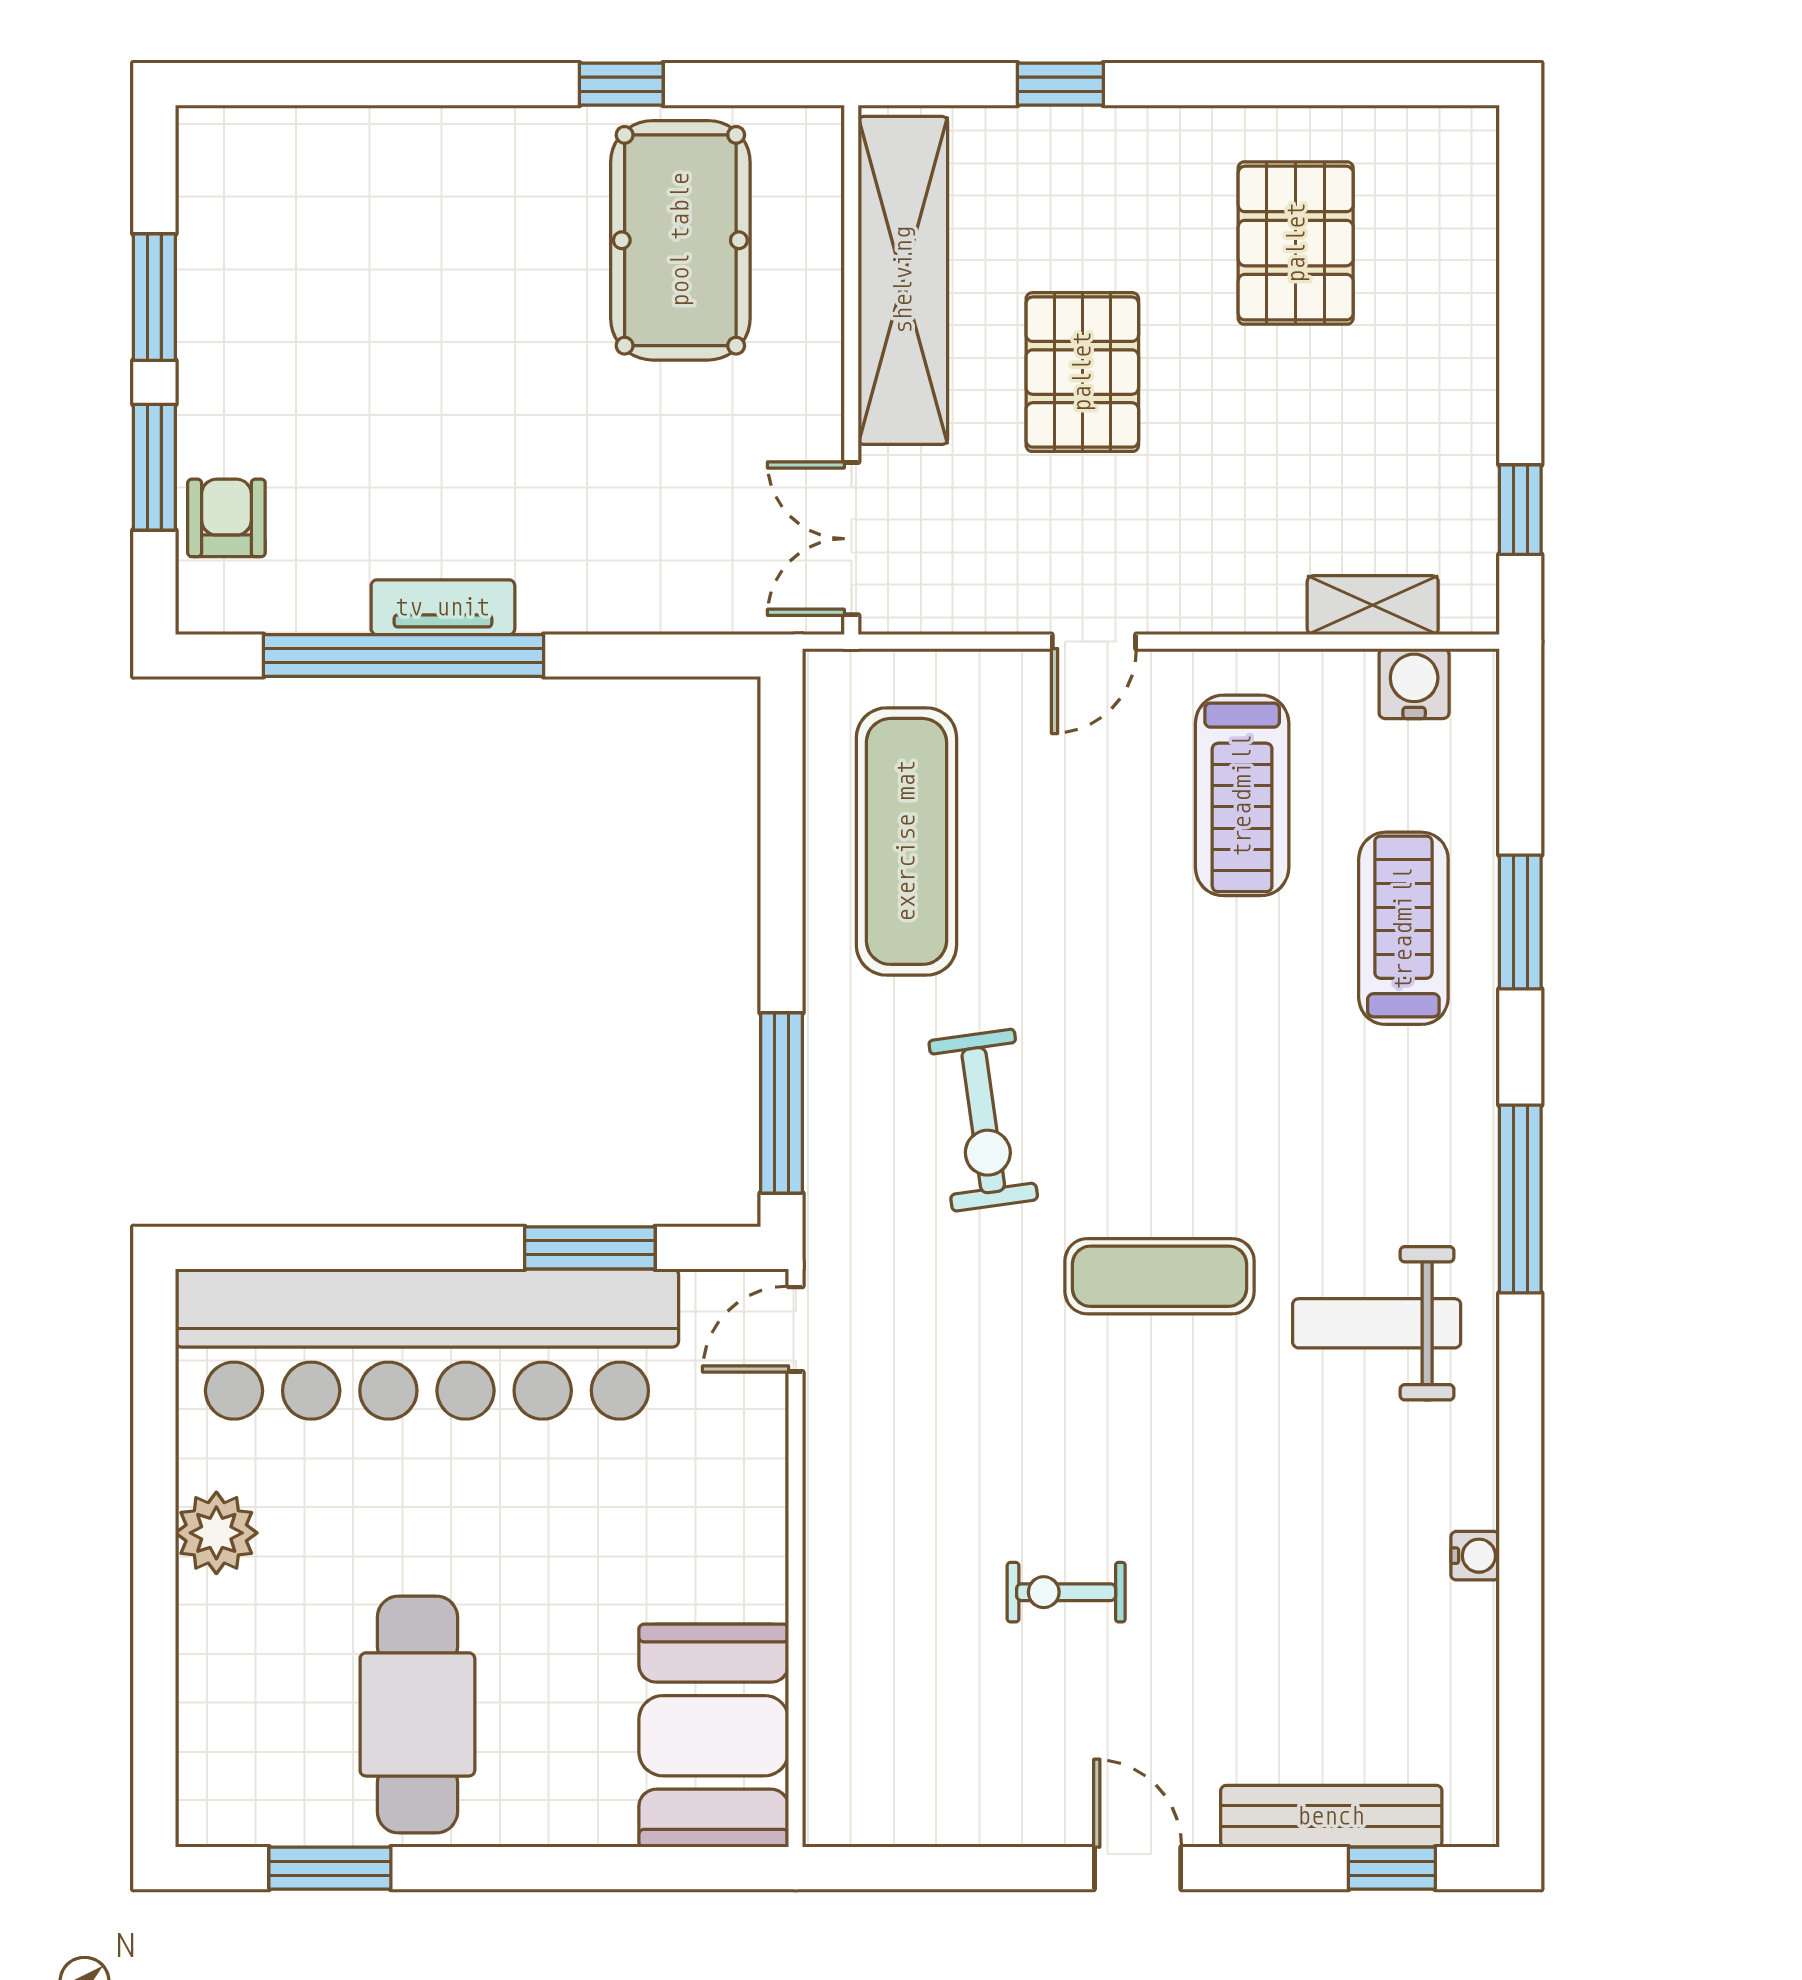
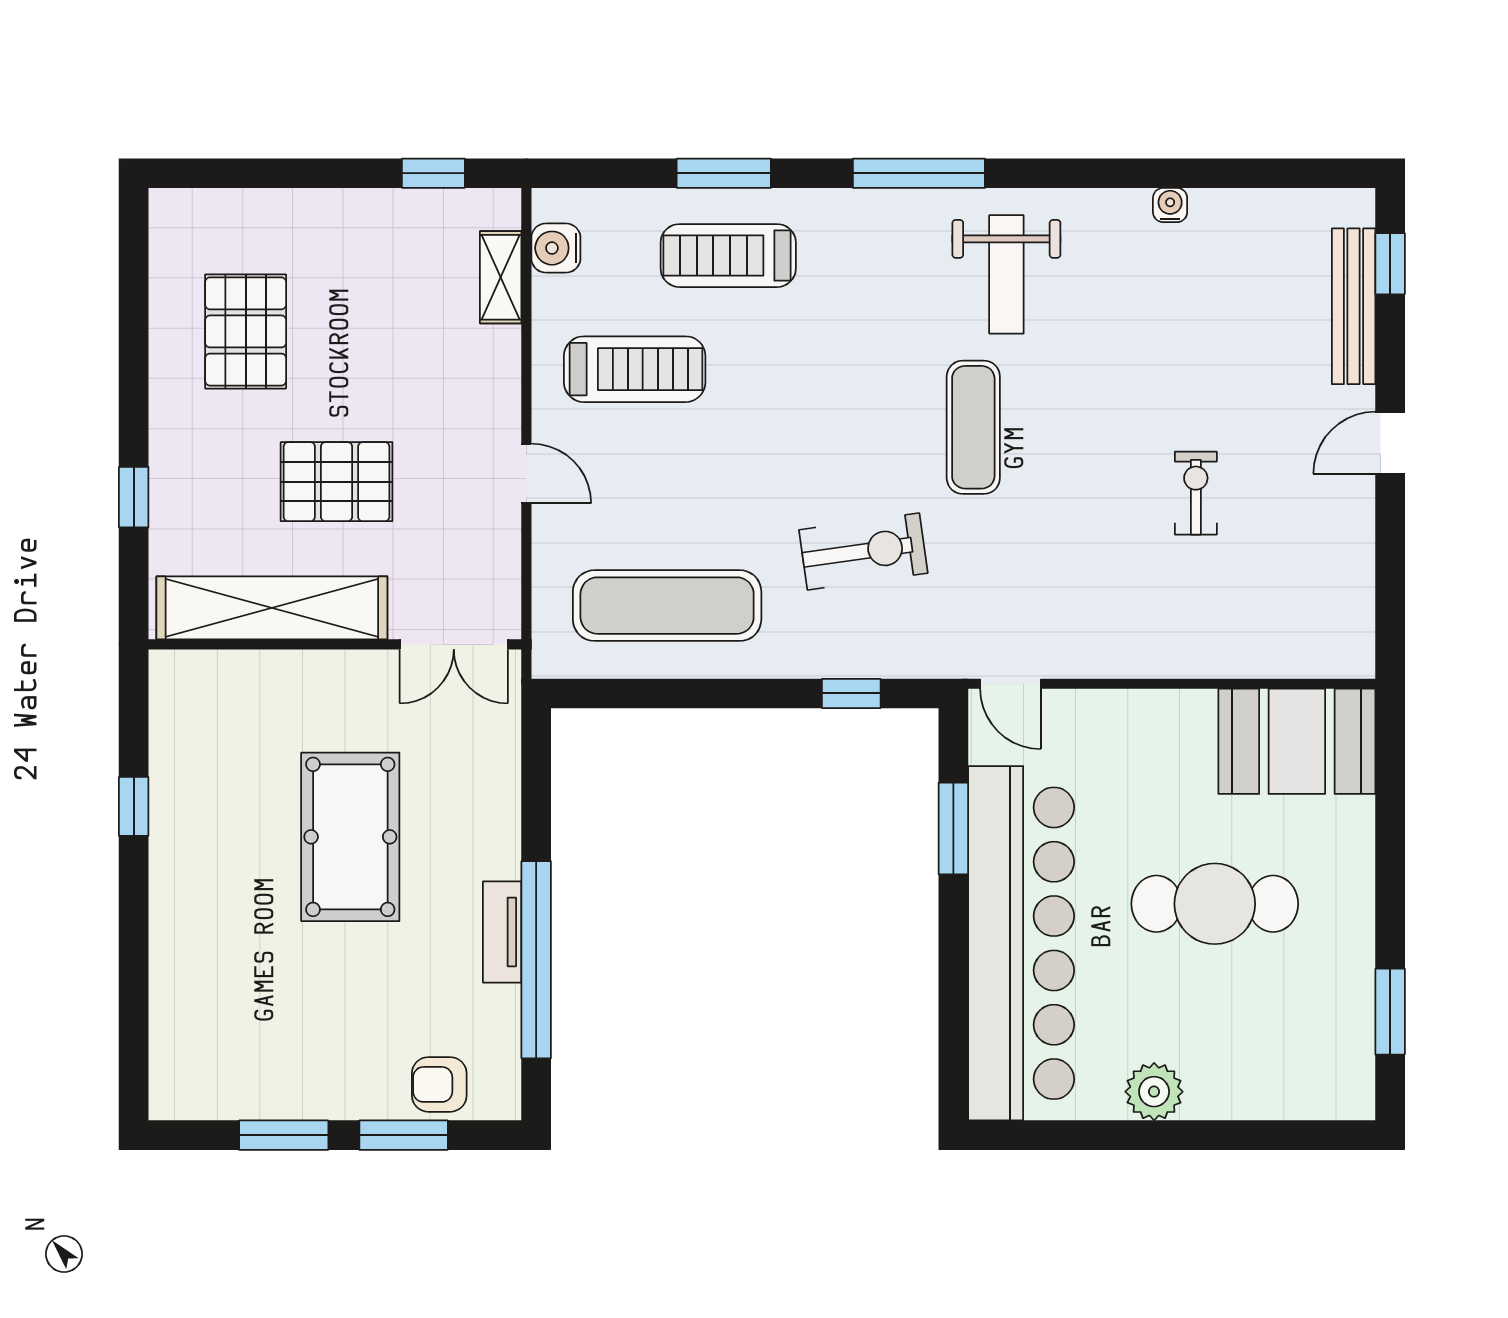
pool table: (680, 240) -> (350, 837), moved, turned 90
pallet: (1296, 243) -> (246, 331), turned 90
window: (782, 1103) -> (851, 693), width x0.46
exercise bike: (1066, 1592) -> (1196, 493), turned 180
cafe table: (417, 1714) -> (1215, 904), moved

